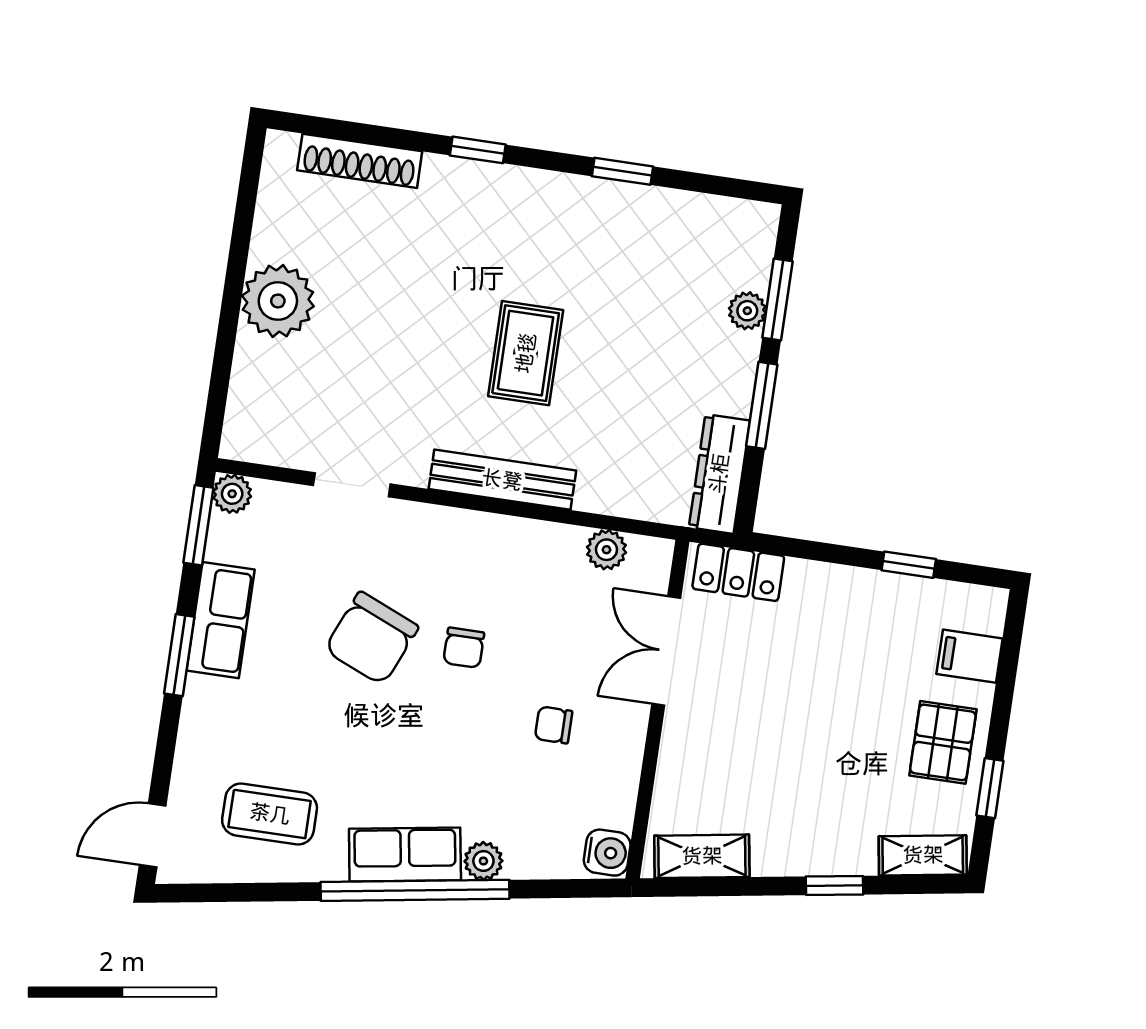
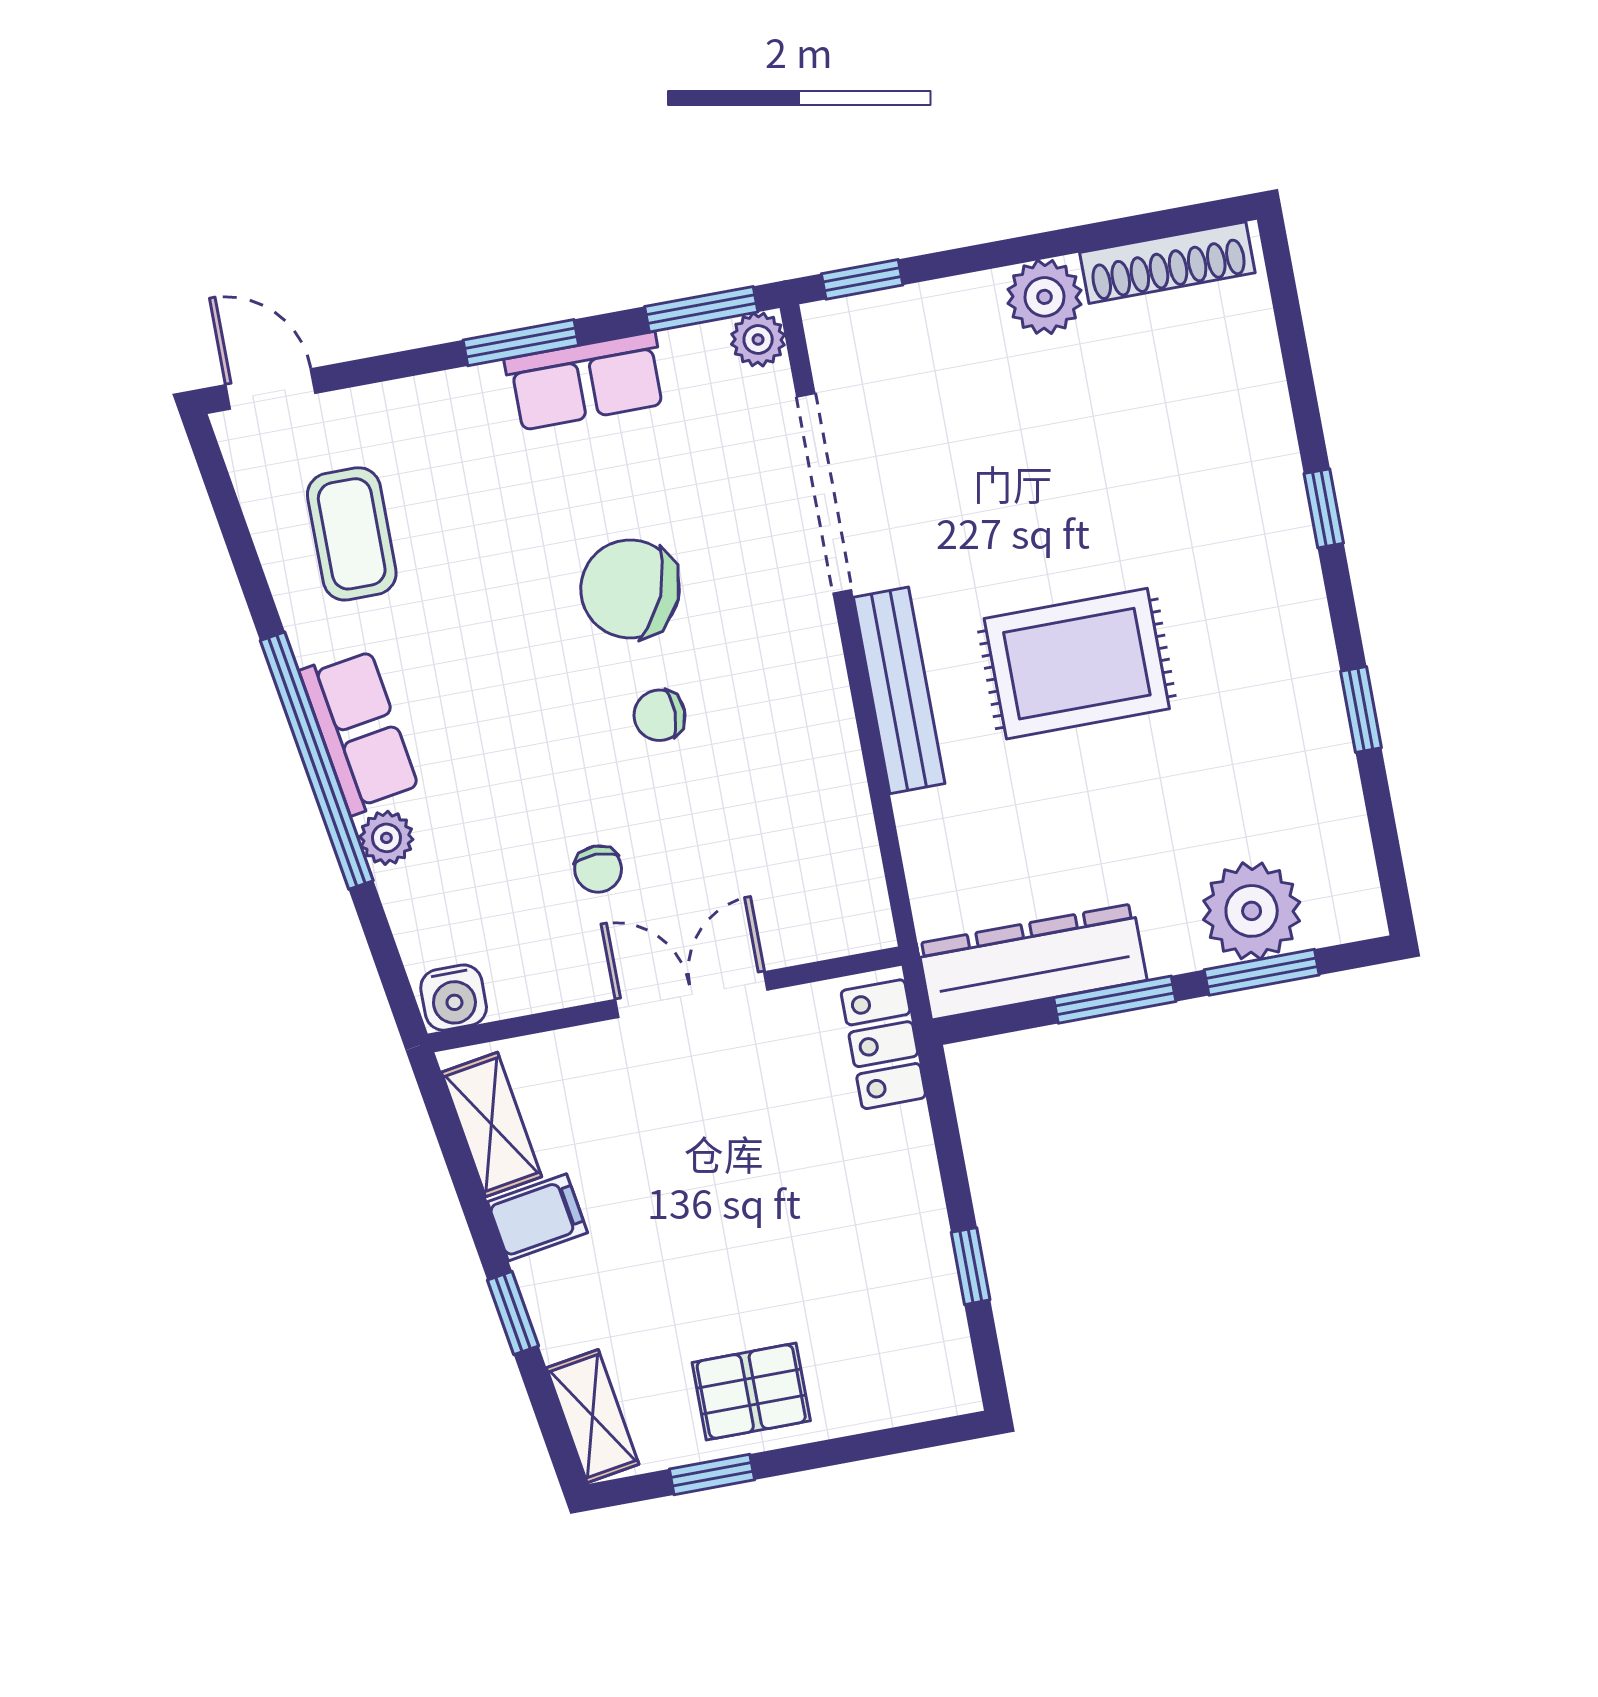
shoe rack: (360, 161) -> (1167, 263), moved, turned -90
plant: (278, 301) -> (1044, 297), width x0.73, depth x0.73
plant: (747, 311) -> (1252, 911), width x1.88, depth x1.88
rug: (526, 353) -> (1077, 664), width x1.36, depth x1.43
window: (216, 409) -> (862, 279), added
dresser: (719, 474) -> (1032, 962), width x1.37, depth x1.24
doorway: (352, 485) -> (824, 493), width x1.87
plant: (606, 550) -> (854, 860), removed
double door: (666, 651) -> (691, 995), moved
filing cabinet: (970, 656) -> (537, 1217), moved, turned 81
chair: (554, 725) -> (598, 869), turned 180

